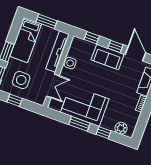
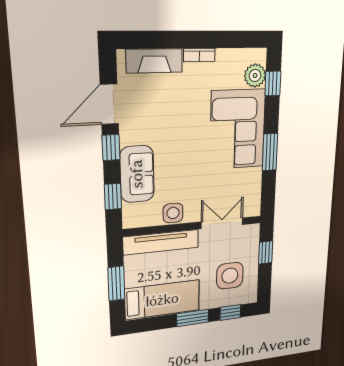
sofa: (108, 57) -> (137, 174), moved
window: (15, 100) -> (266, 253), moved
corner sofa: (85, 106) -> (238, 129), moved
window: (104, 133) -> (273, 83), moved

